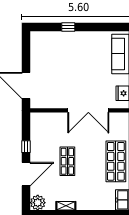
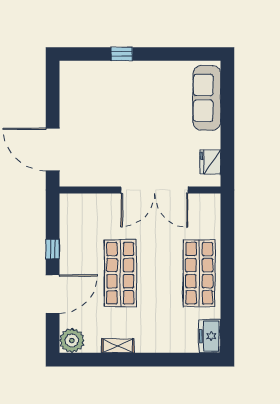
shop shelf: (67, 161) -> (120, 273), width x1.43, depth x1.36

